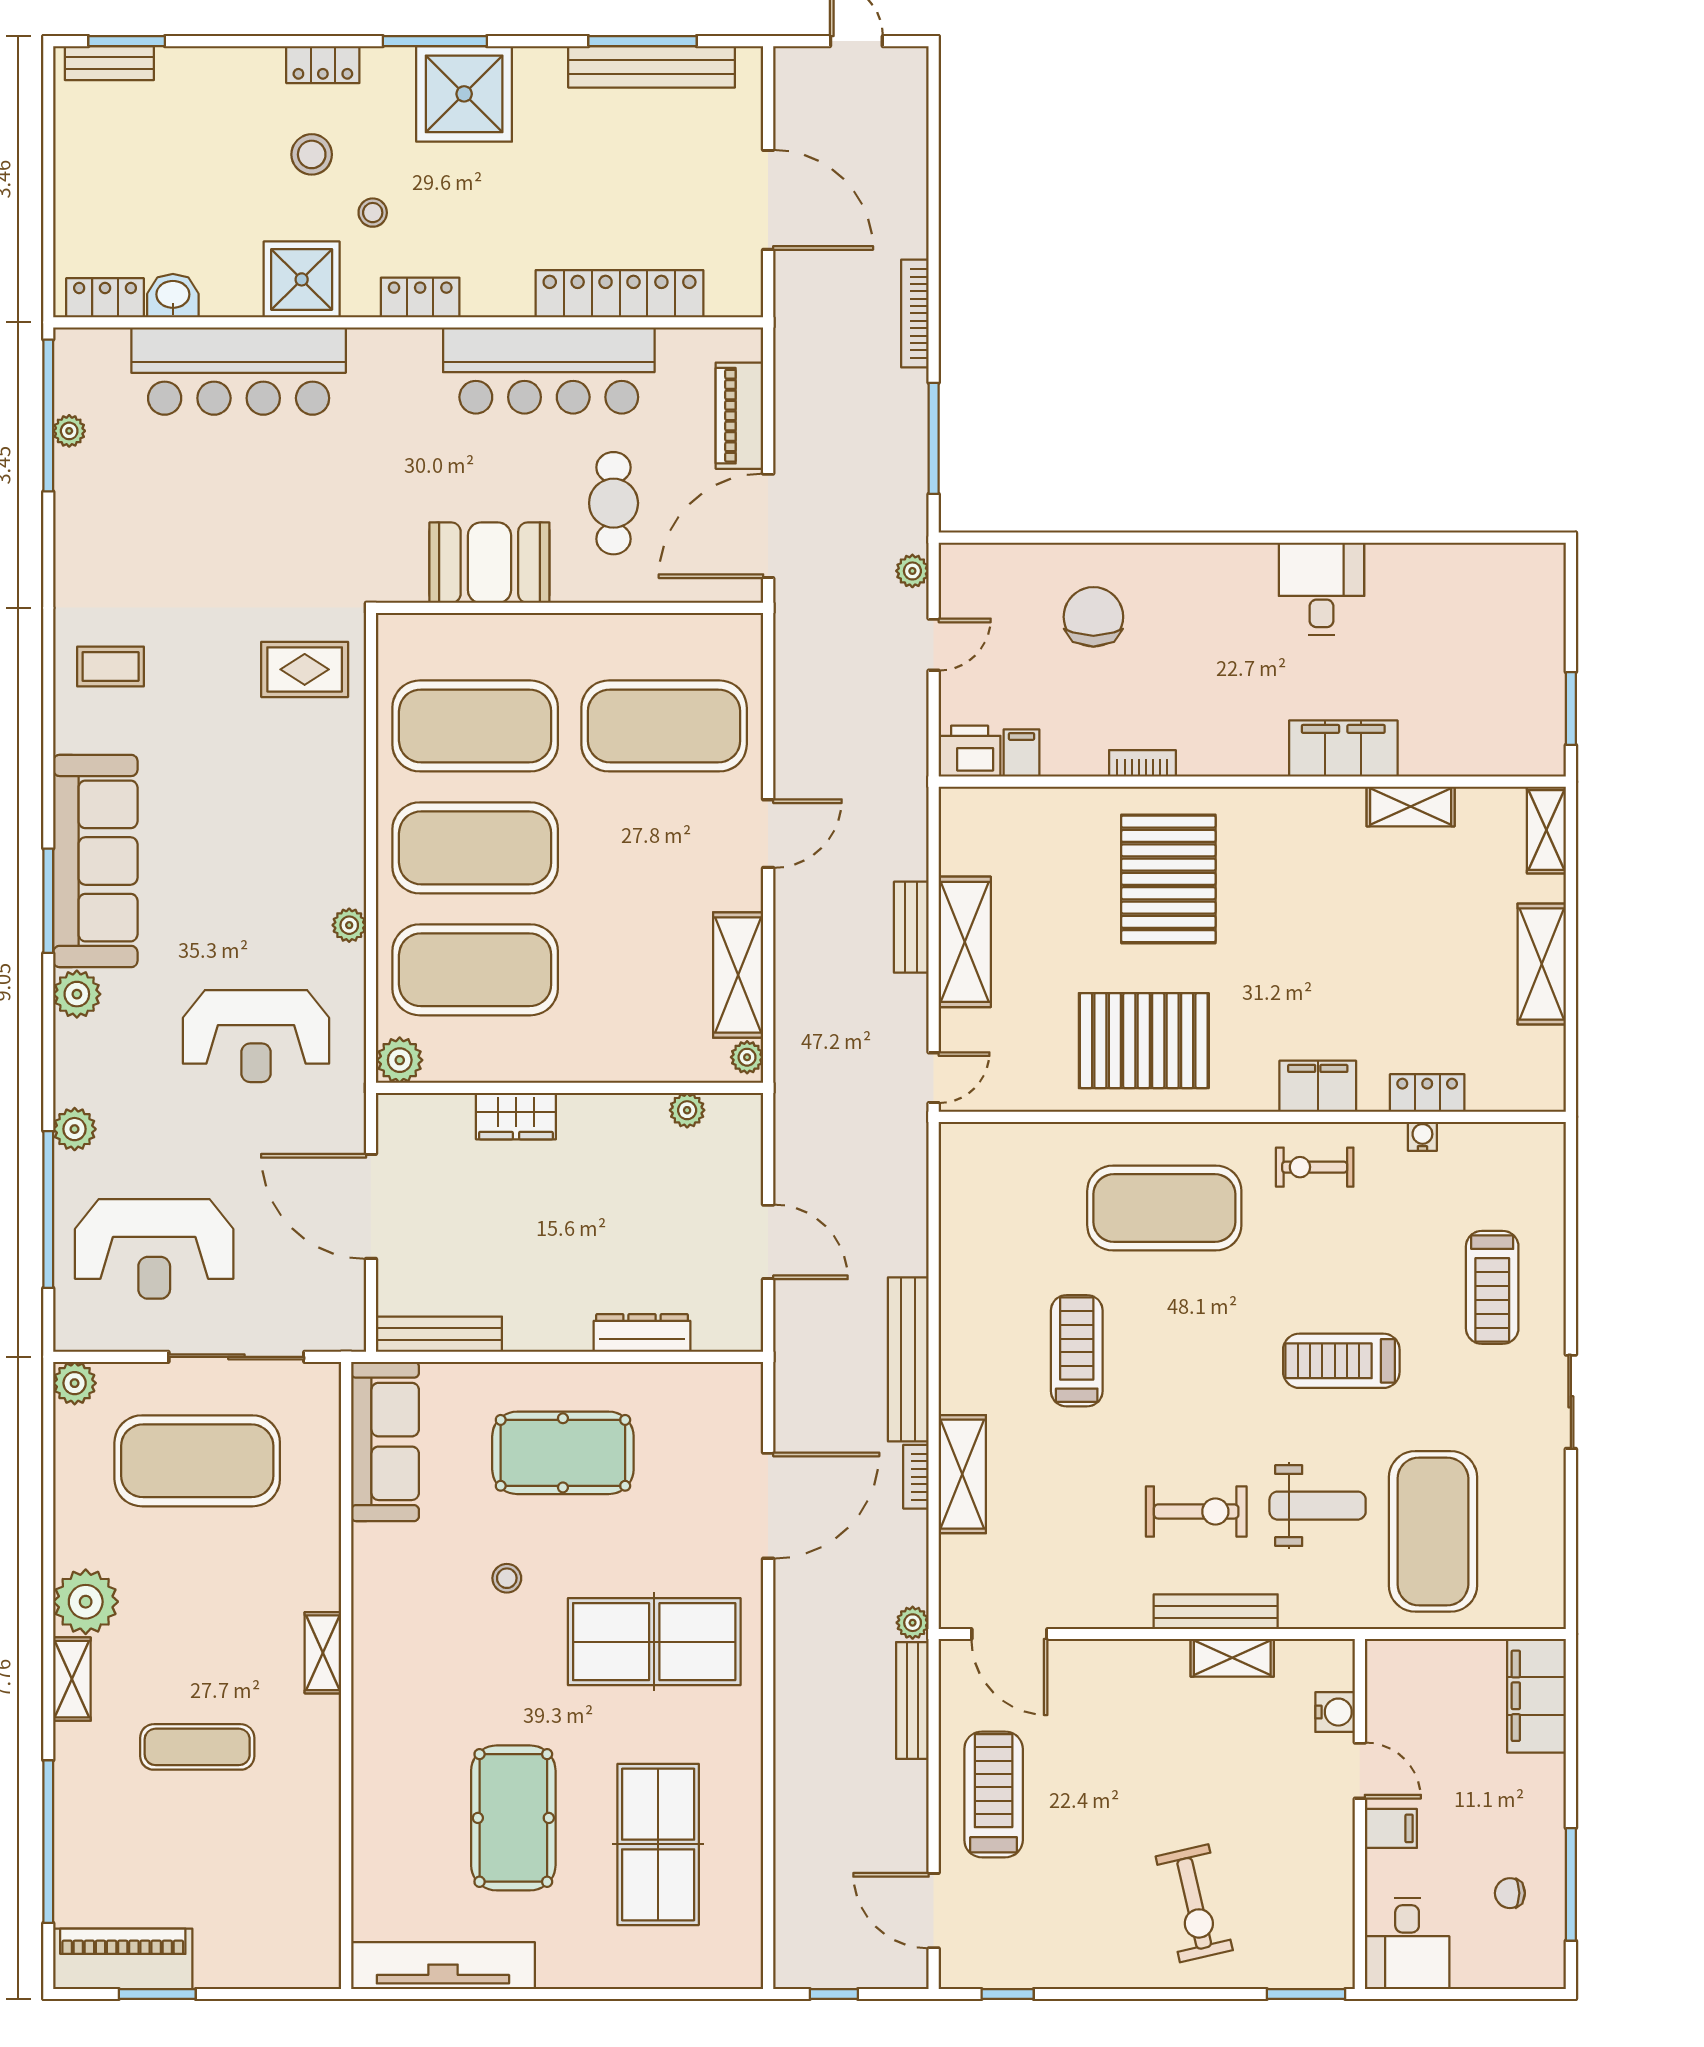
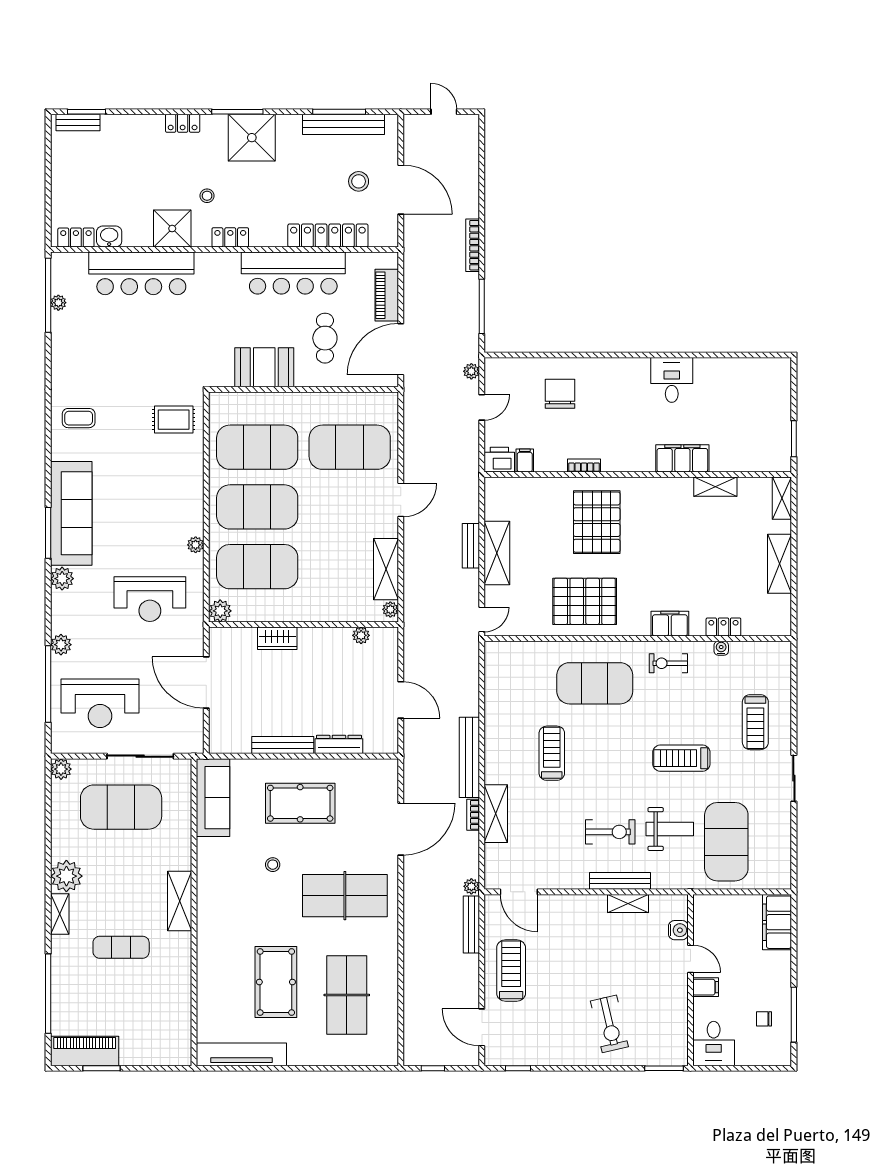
stool: (312, 154) -> (359, 181), moved
bench: (439, 1334) -> (283, 745), moved
shelving: (323, 1653) -> (180, 901), width x1.50, depth x1.33

